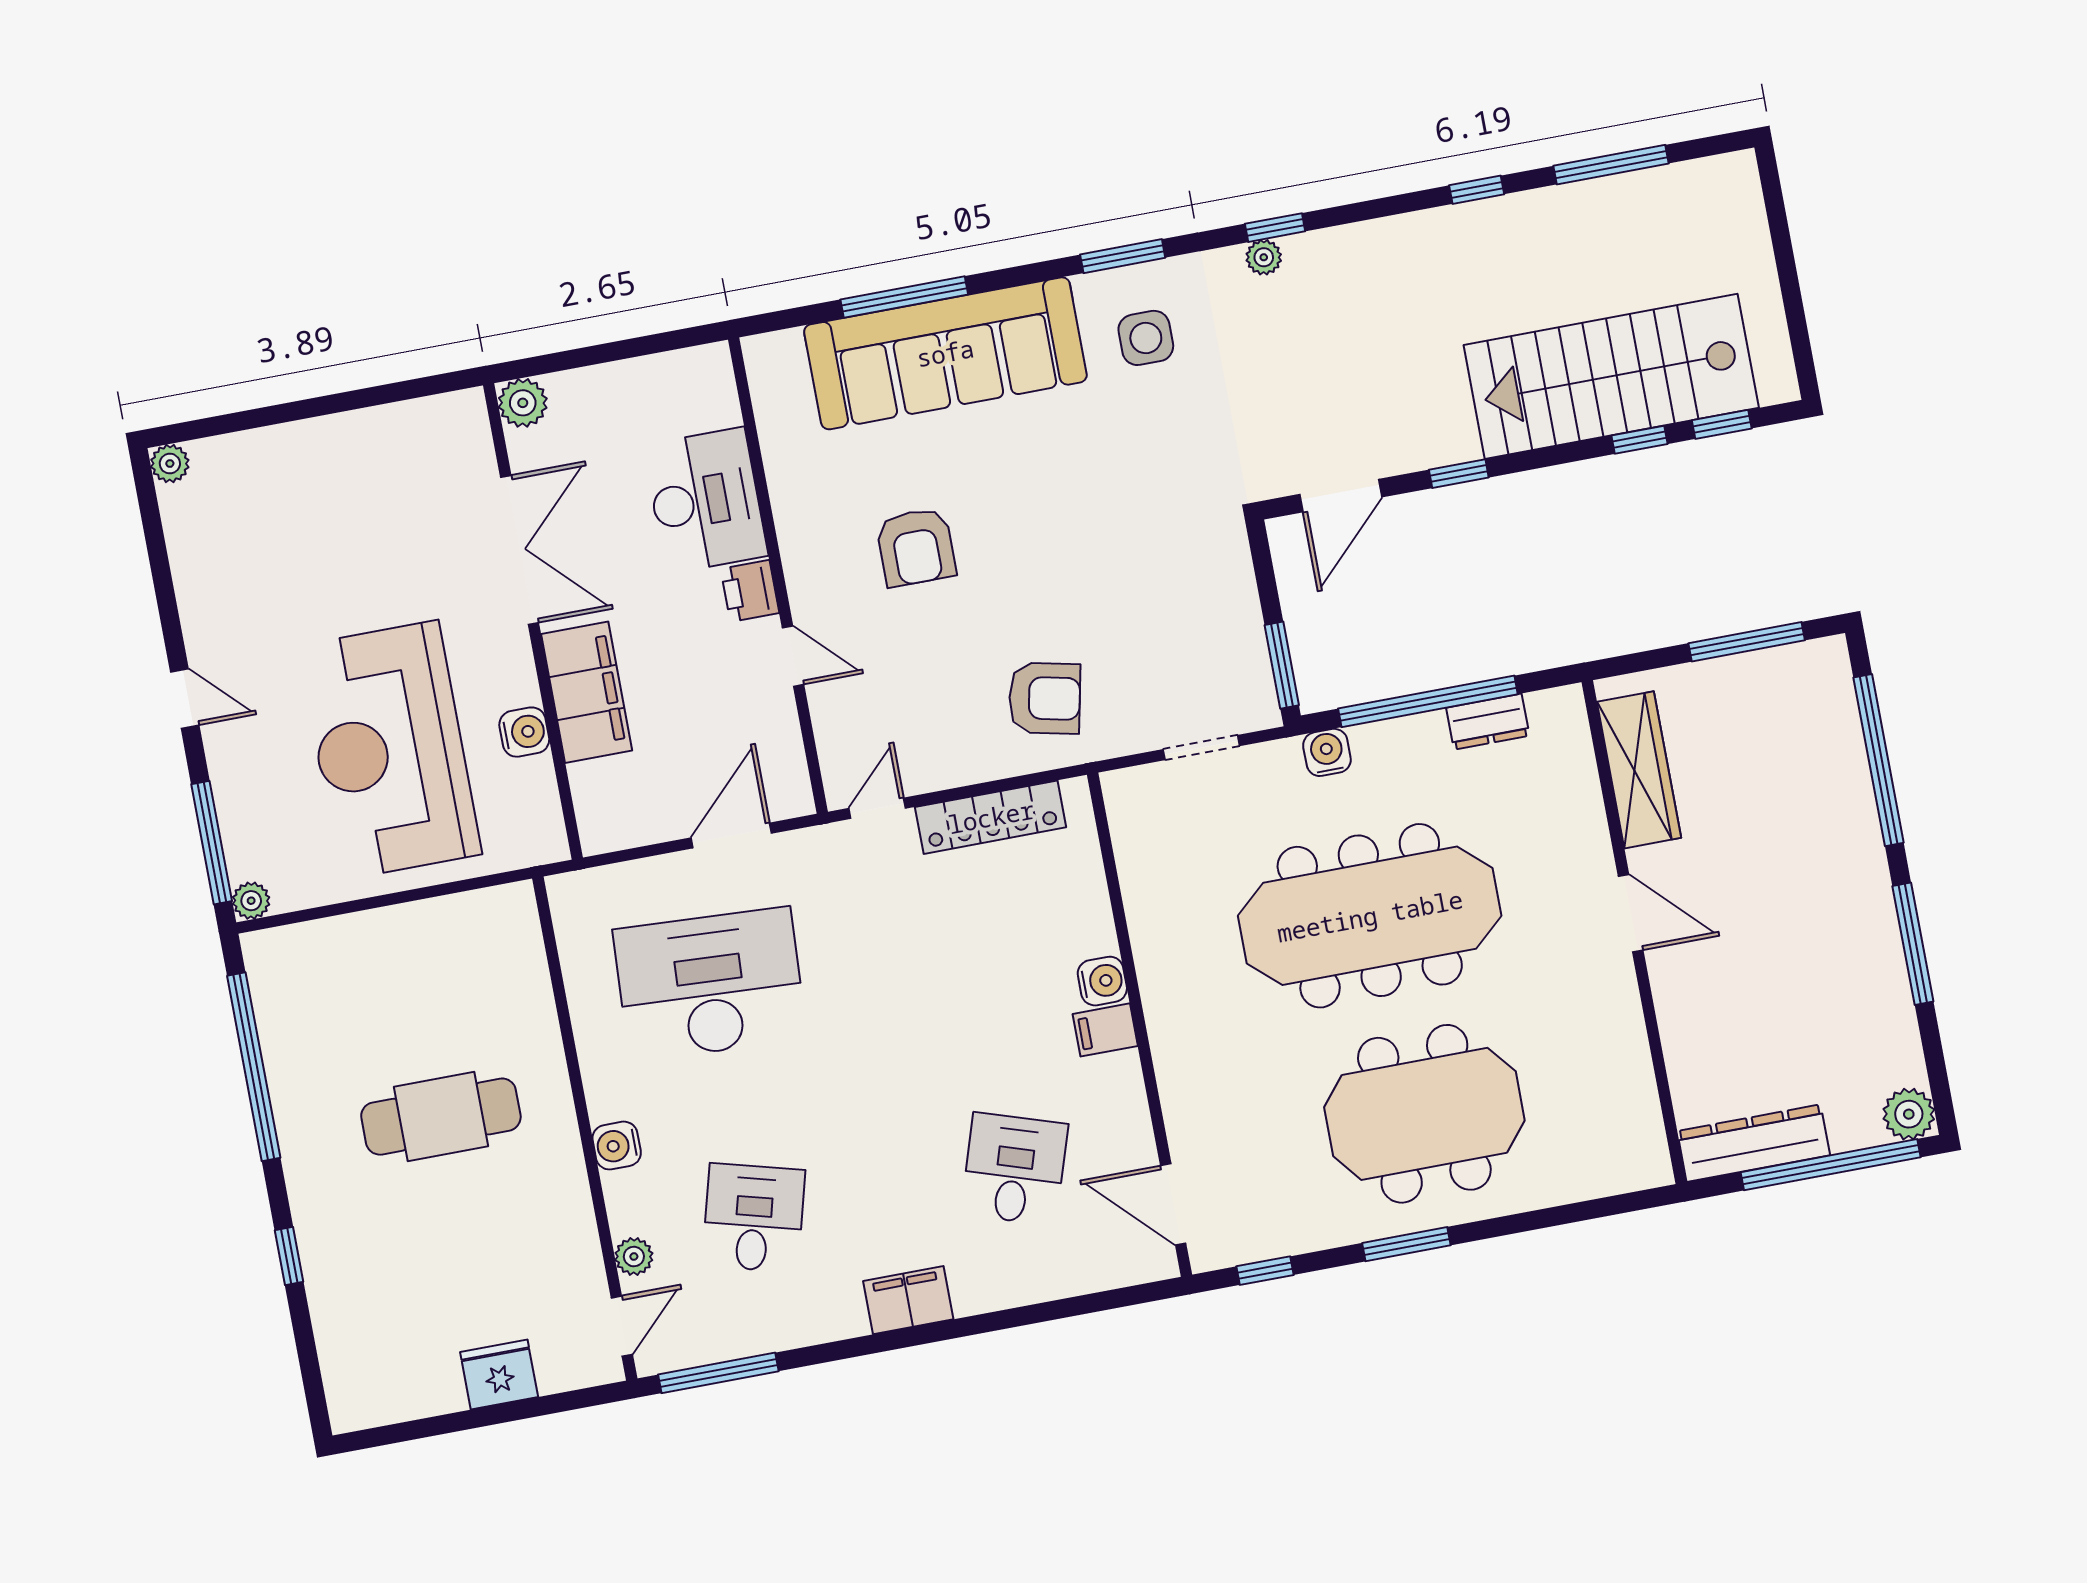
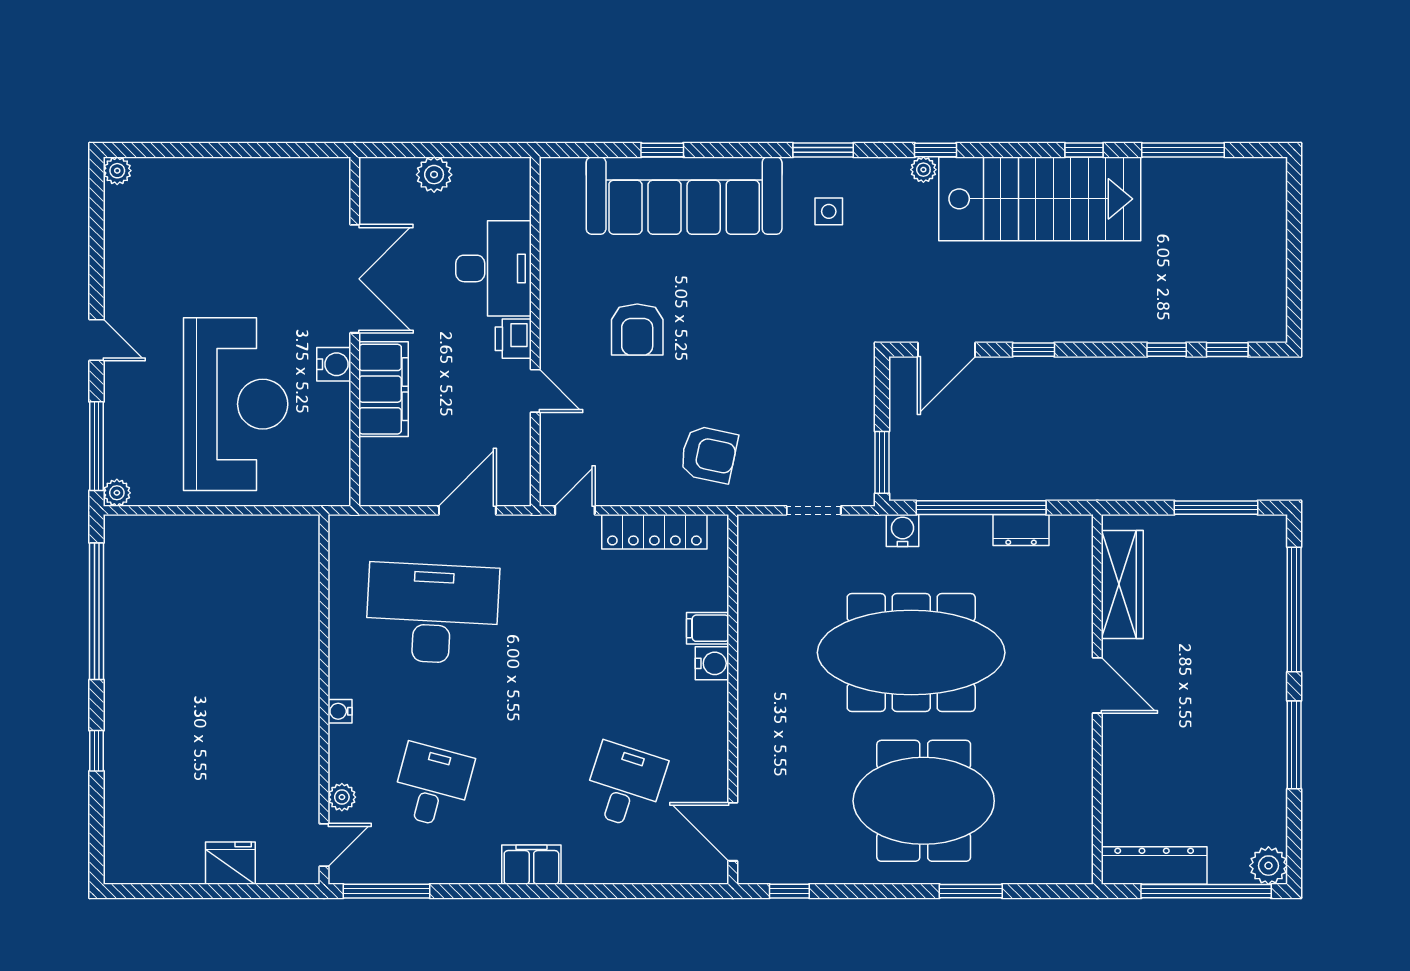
window: (904, 297) -> (662, 150), width x0.46
side table: (1146, 338) -> (829, 211), width x0.73, depth x0.73
stairs: (1611, 376) -> (1040, 199), moved, turned 180
plant: (523, 403) -> (434, 175), moved
water cooler: (524, 732) -> (334, 364), moved
reception desk: (390, 750) -> (236, 404), turned 180
filing cabinet: (1105, 1030) -> (708, 628), moved
cafe table: (441, 1117) -> (223, 672), removed
water cooler: (617, 1146) -> (340, 711), width x0.72, depth x0.72
window: (1406, 1244) -> (971, 891), moved

